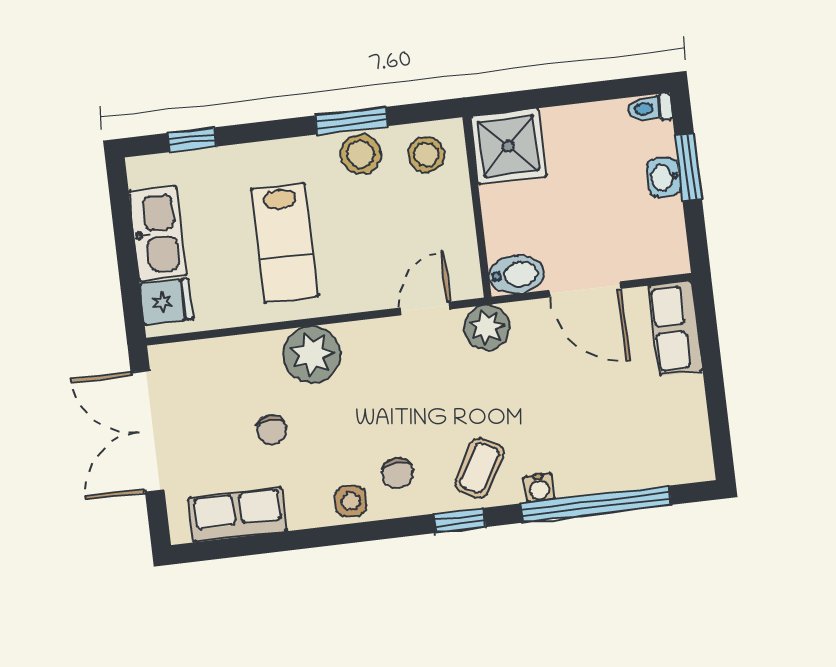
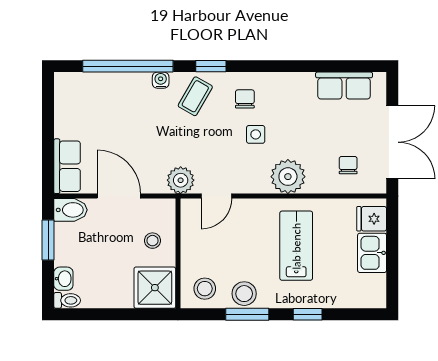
window: (192, 140) -> (308, 314), moved
window: (688, 167) -> (48, 240), moved
washbasin: (664, 177) -> (63, 279), moved
stool: (521, 223) -> (153, 241), added
kitchen sink: (158, 234) -> (372, 253), width x0.73
bidet: (516, 274) -> (71, 210), moved, turned 180
chair: (271, 430) -> (348, 165), moved
side table: (351, 501) -> (256, 134), moved

